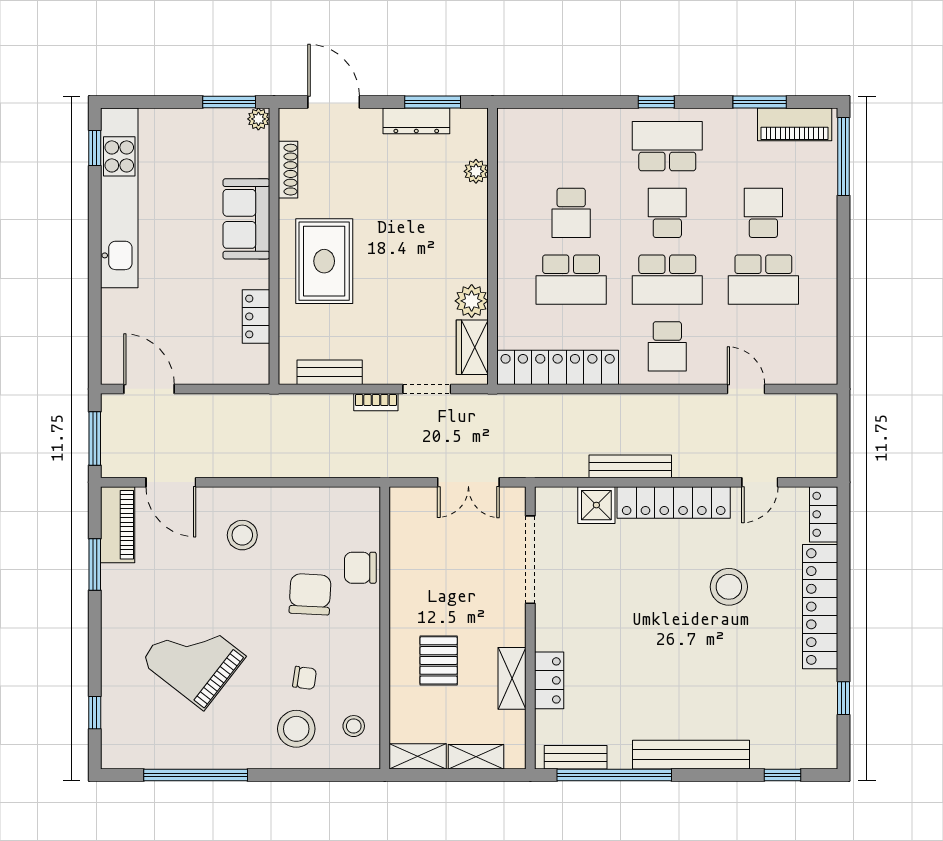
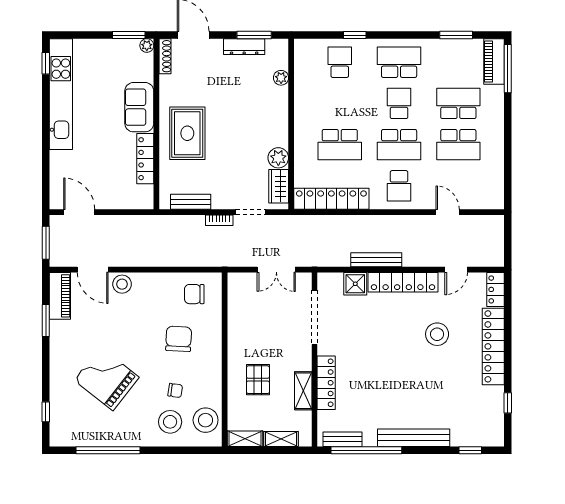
window: (656, 102) -> (355, 35), moved
piano: (795, 124) -> (494, 61), moved, turned 90
shoe rack: (288, 170) -> (165, 56), moved
school desk: (571, 213) -> (340, 62), moved, turned 180
school desk: (763, 213) -> (458, 103), width x1.85
locker: (256, 316) -> (145, 159), width x1.53
stool: (242, 535) -> (122, 284), moved
chair: (360, 568) -> (194, 294), moved
locker: (549, 680) -> (326, 383), width x1.53
stool: (354, 726) -> (206, 420), width x1.89, depth x1.89

